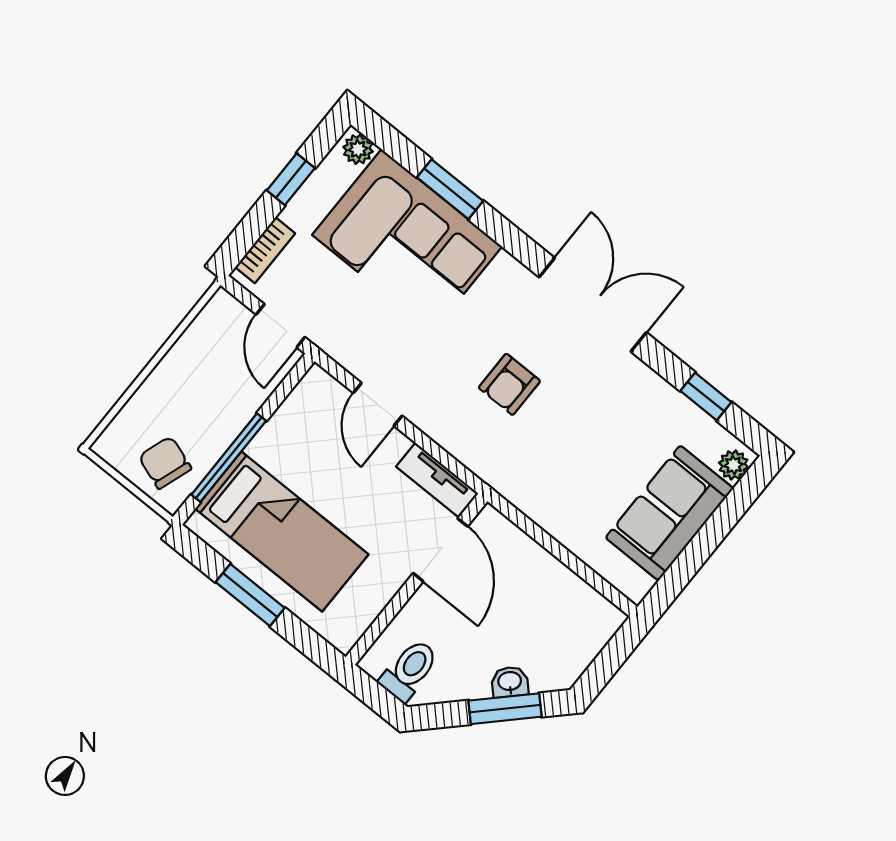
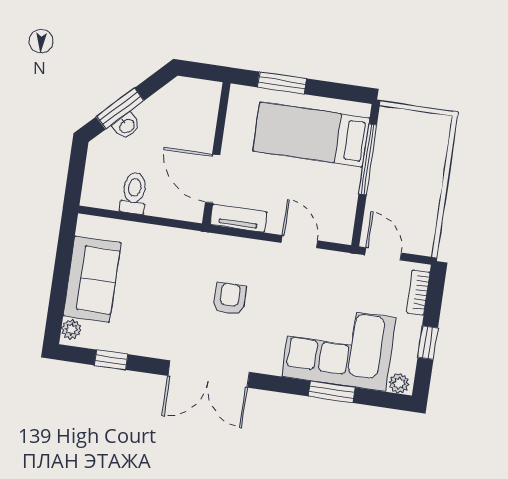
chair: (165, 463) -> (403, 134), removed
window: (250, 595) -> (282, 83), moved
toilet: (409, 670) -> (134, 193), moved, turned 180

